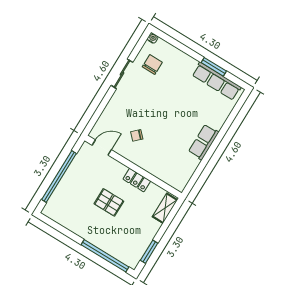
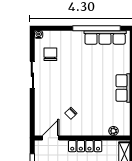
window: (214, 67) -> (97, 28), width x2.11
plant: (168, 179) -> (113, 131), added
locker: (137, 180) -> (85, 146), width x1.53

